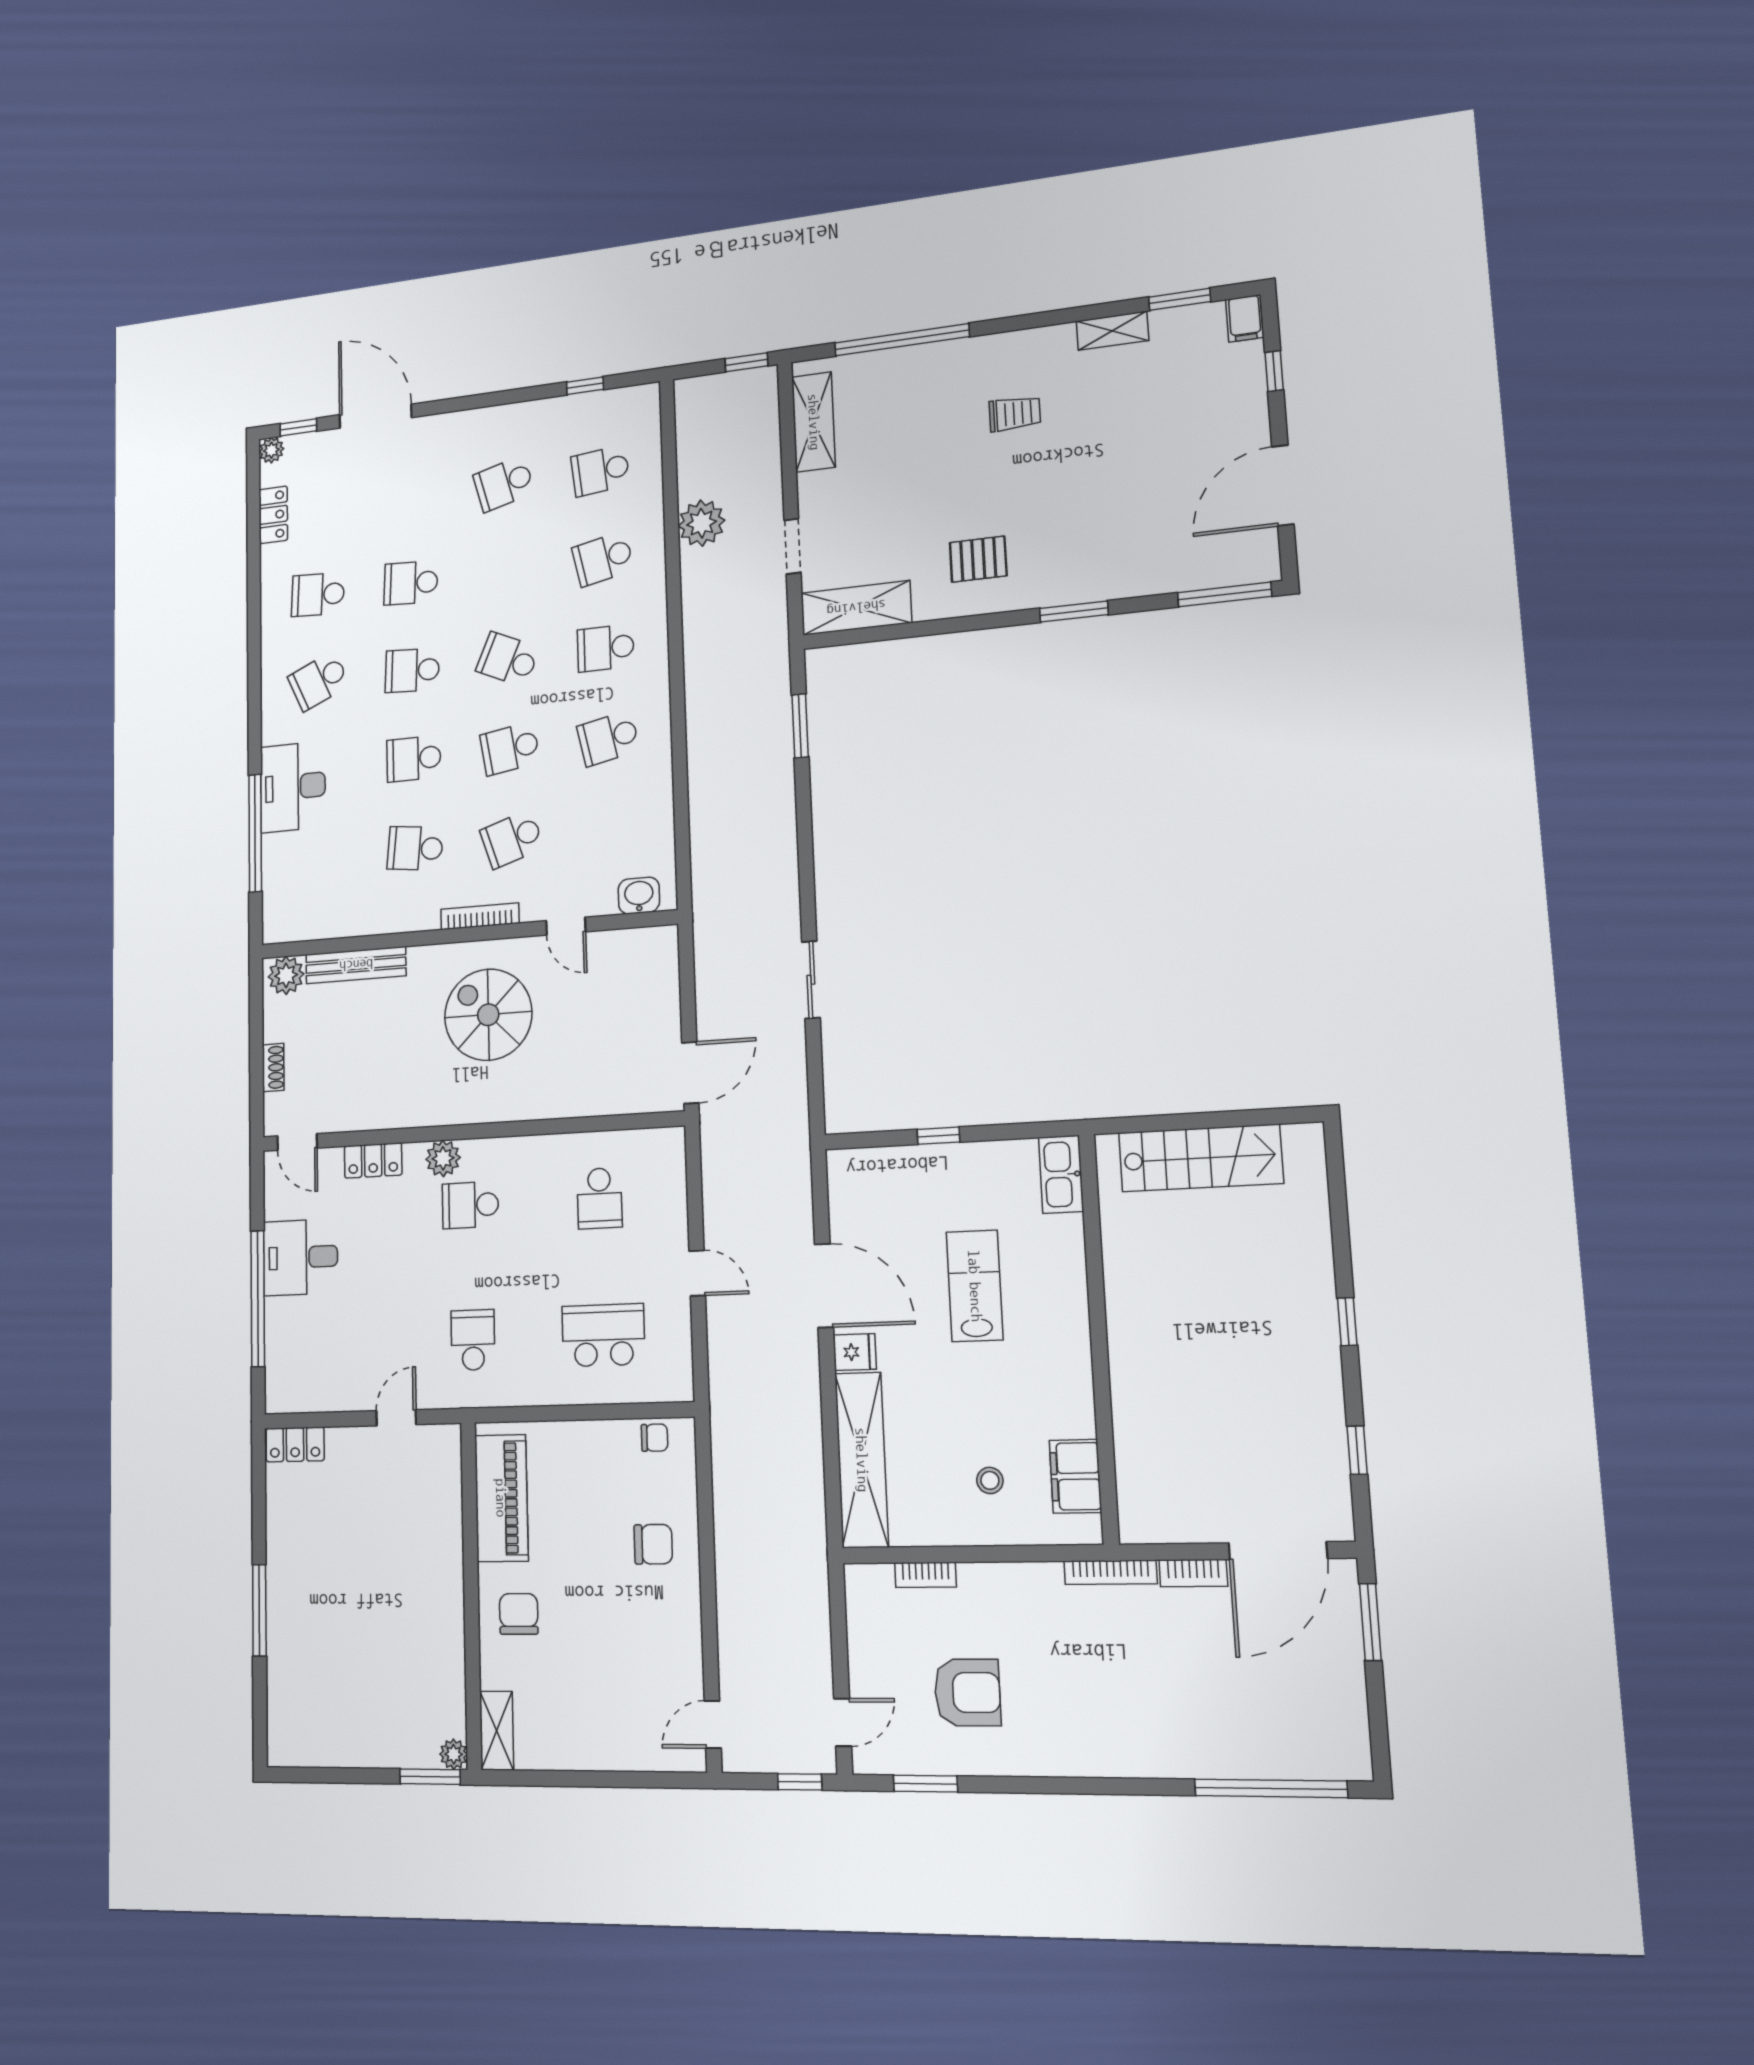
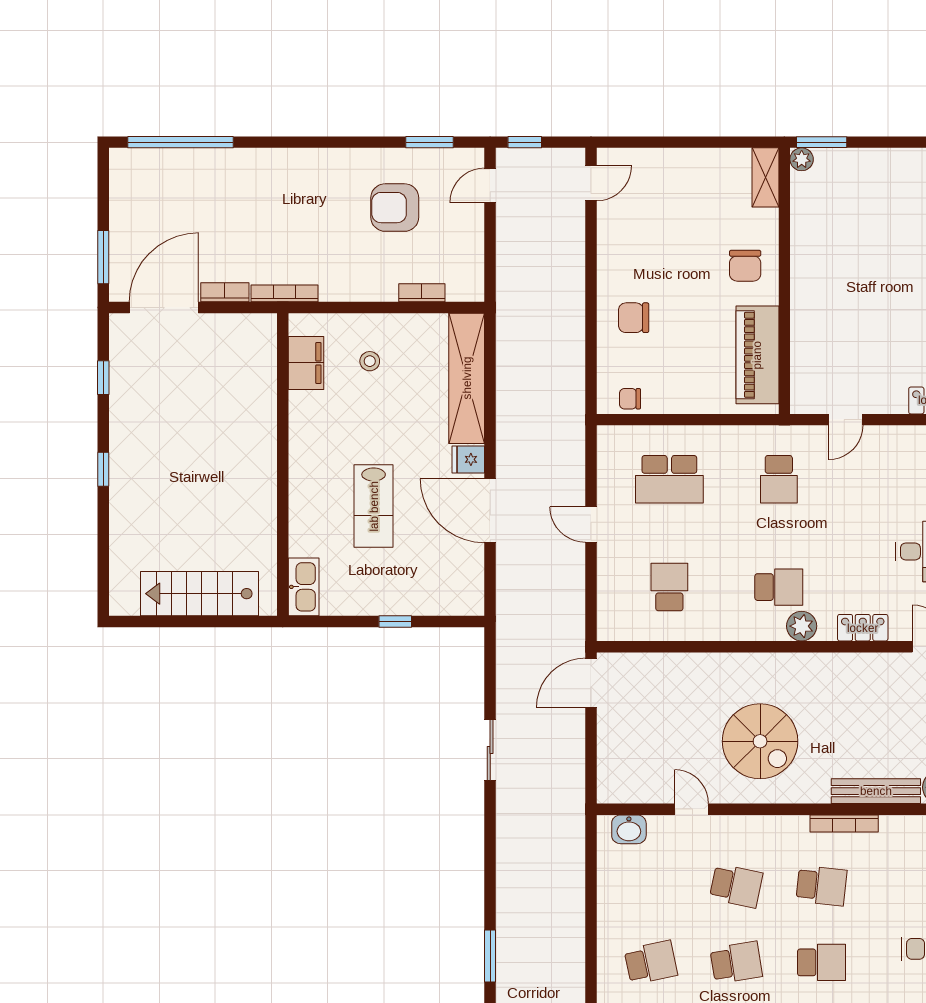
school desk: (512, 839) -> (736, 886), turned 30
bookcase: (480, 916) -> (844, 824), moved

